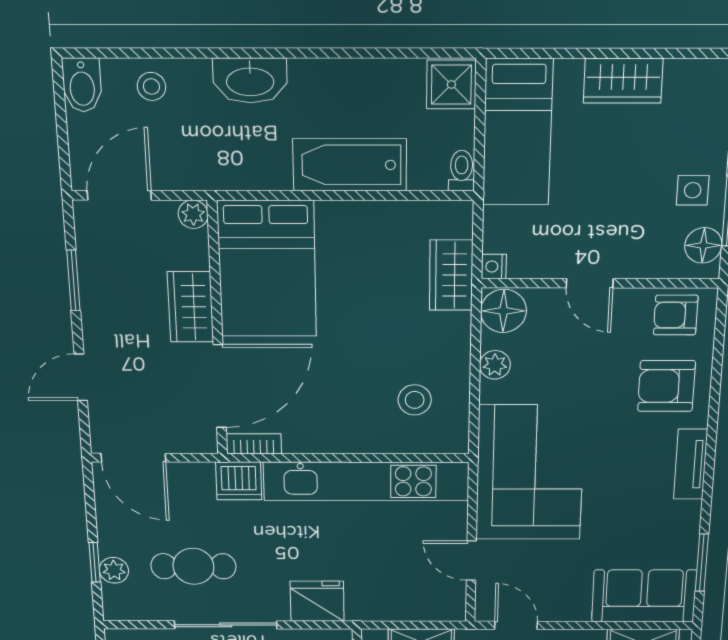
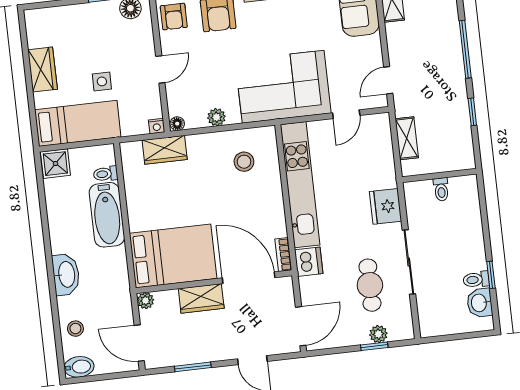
toilet: (462, 171) -> (106, 174), moved
side table: (693, 190) -> (102, 81), moved
floor lamp: (503, 311) -> (177, 124), width x0.53, depth x0.53

